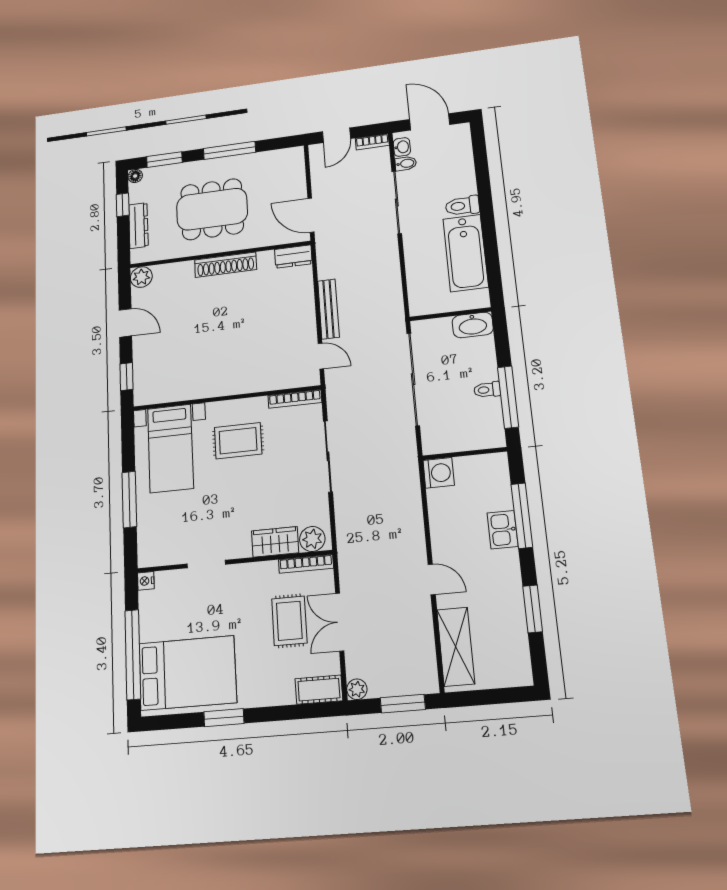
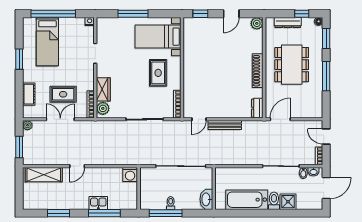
shower: (462, 182) -> (288, 202), added
bed: (187, 673) -> (47, 42), width x0.67
cot: (319, 690) -> (29, 94), moved

